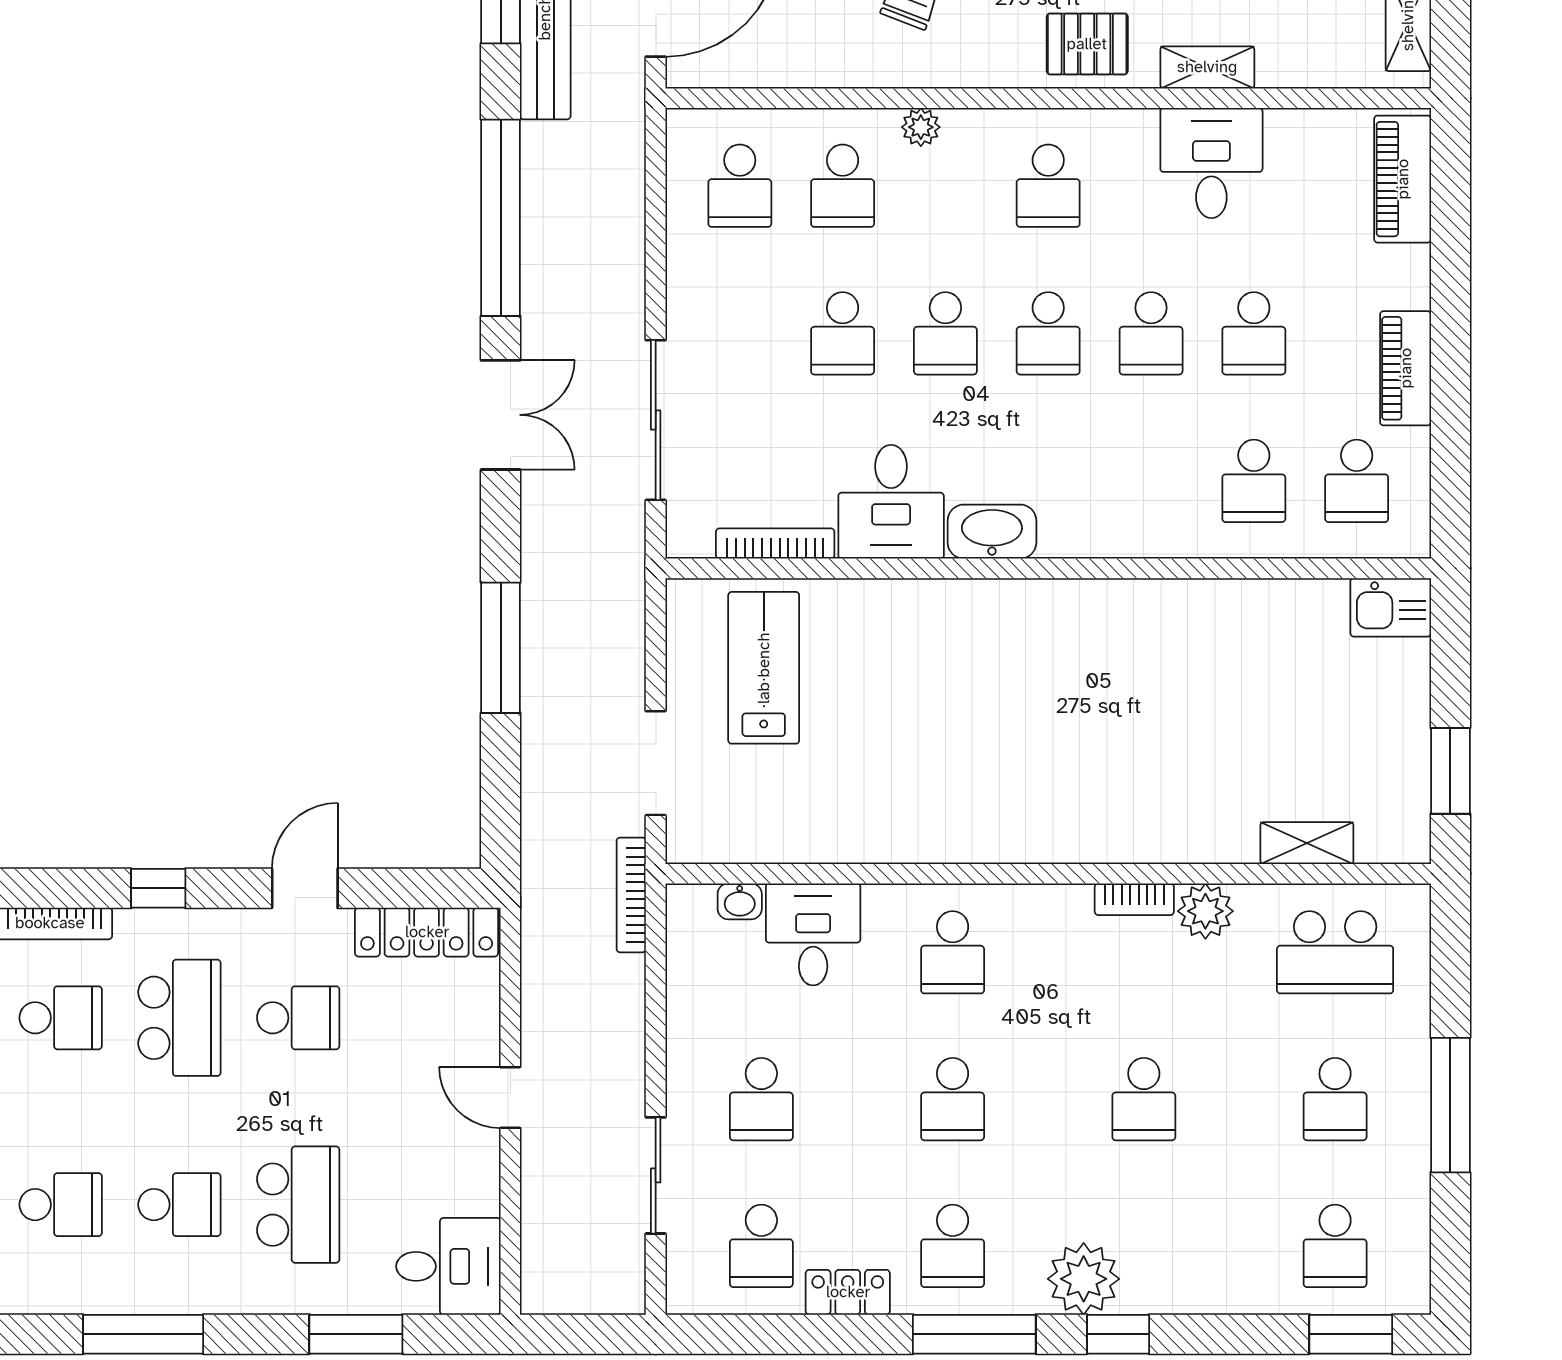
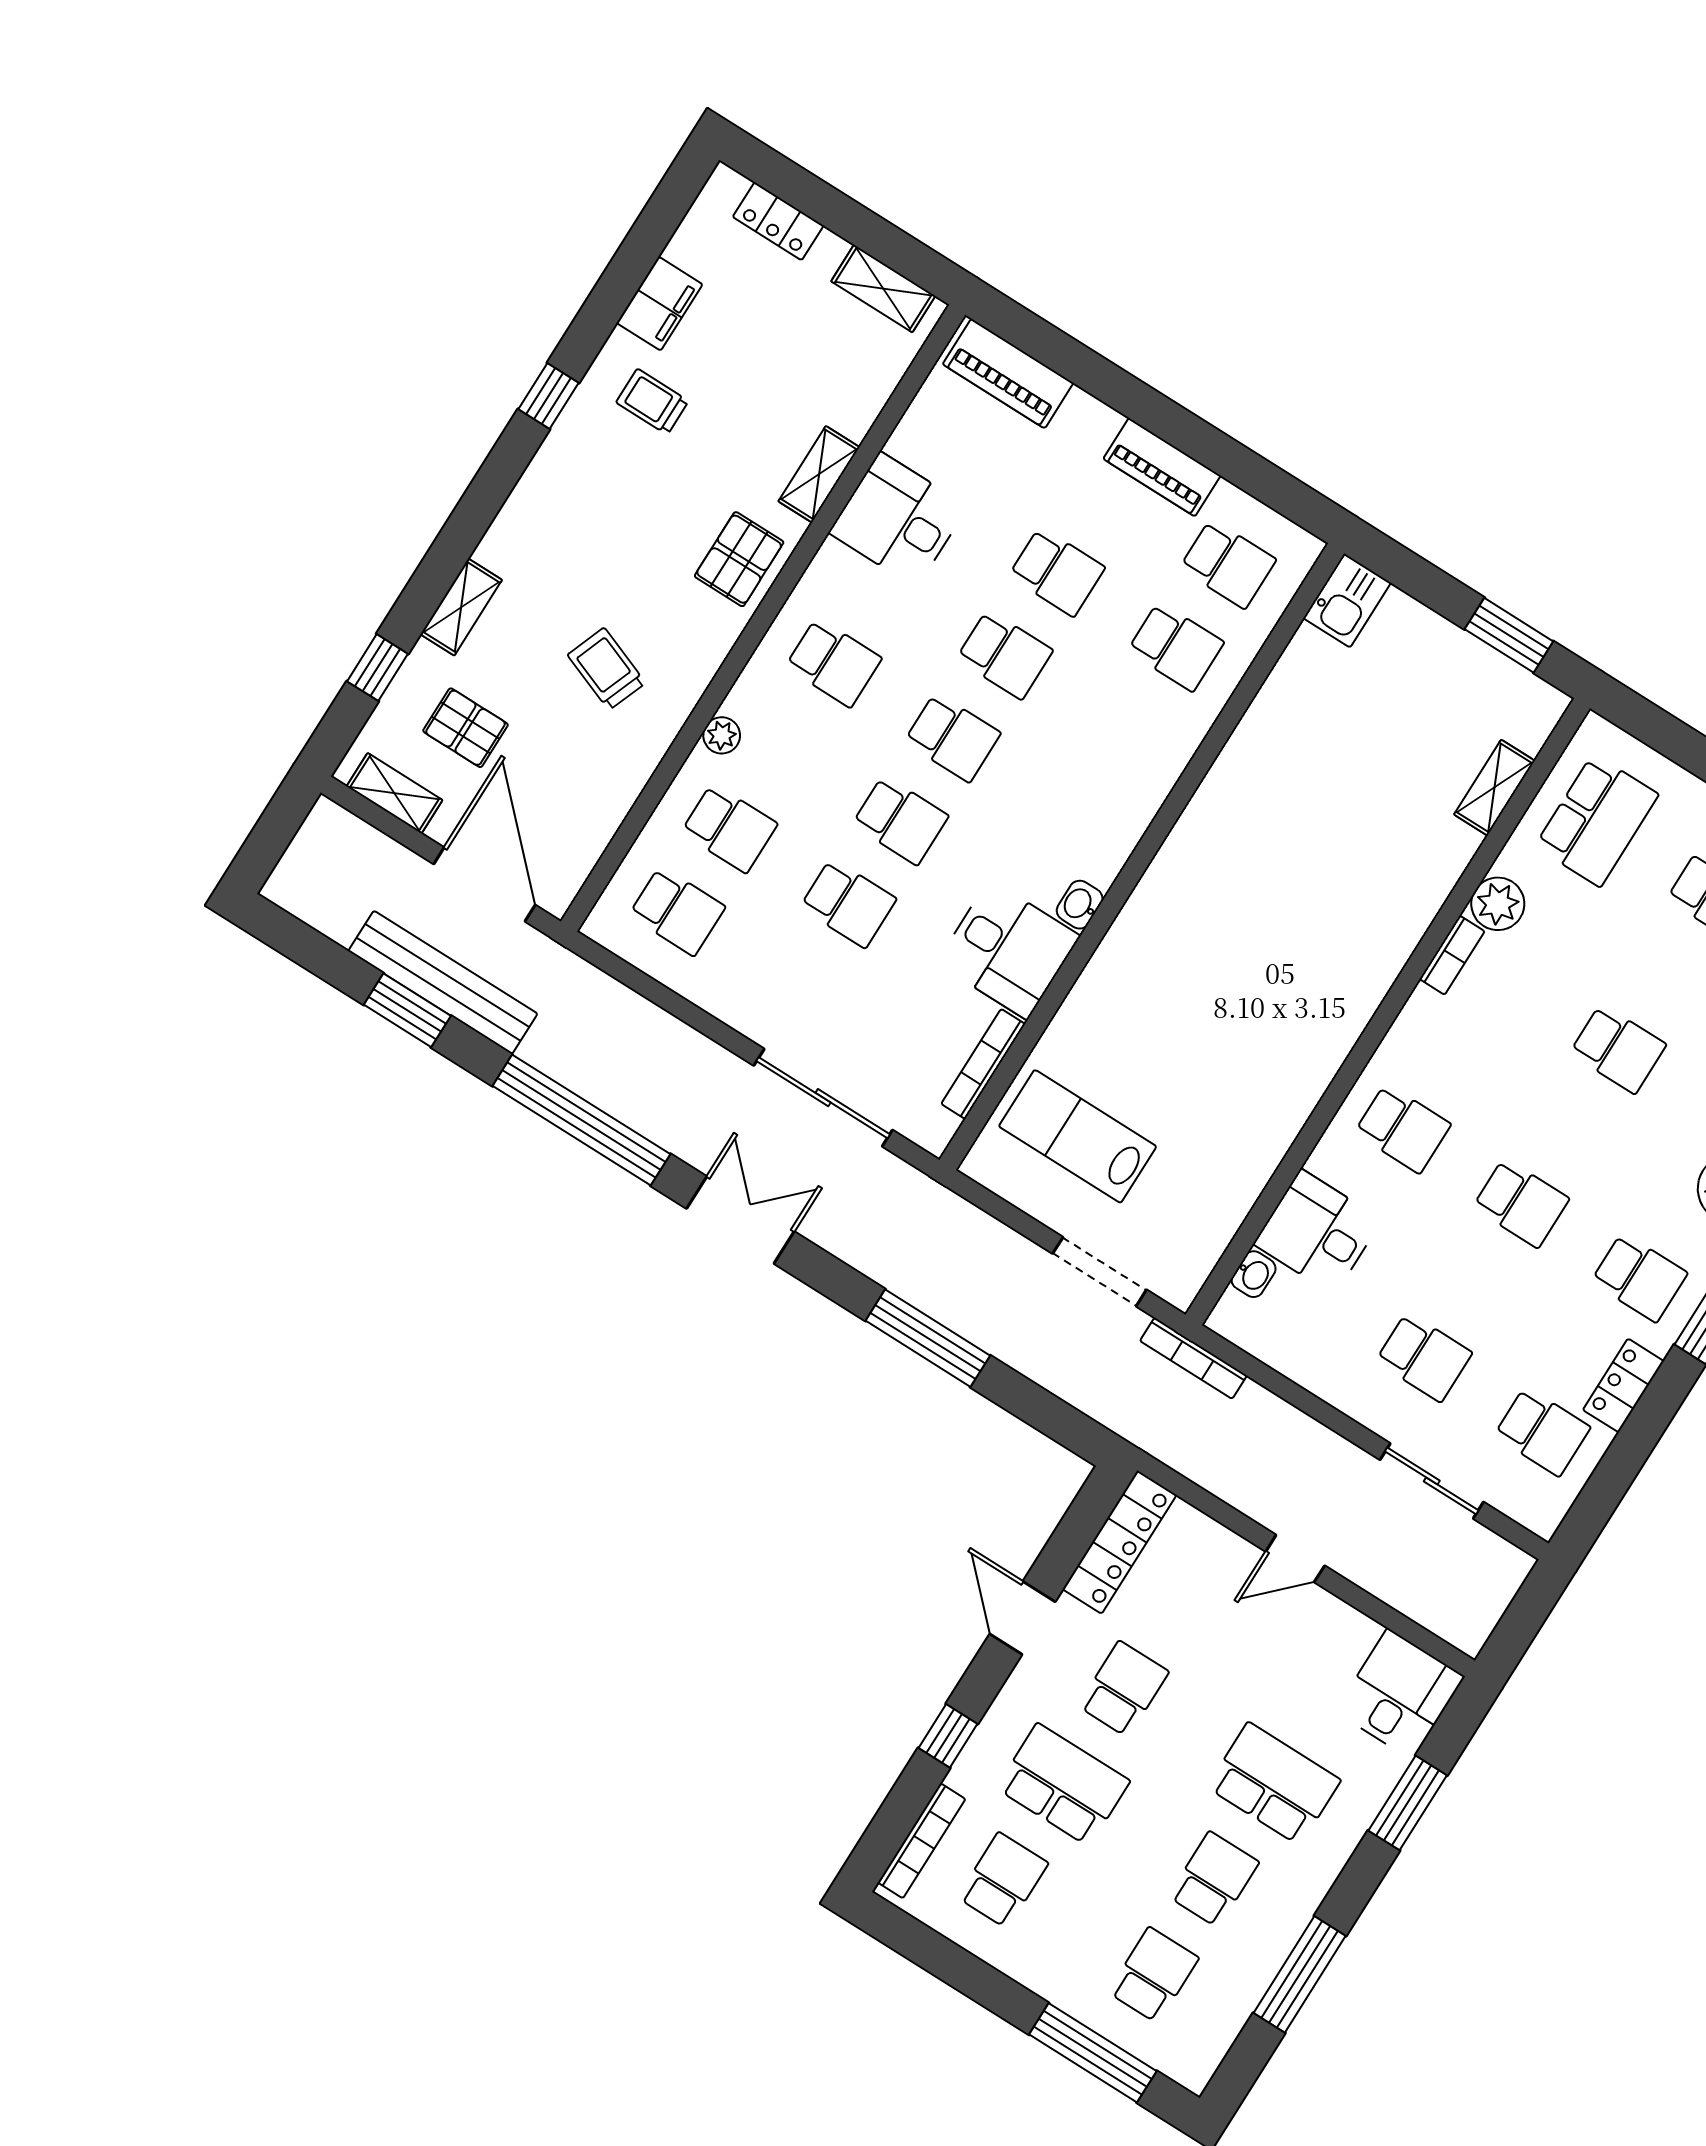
washbasin: (992, 532) -> (1080, 905), width x0.52, depth x0.69

